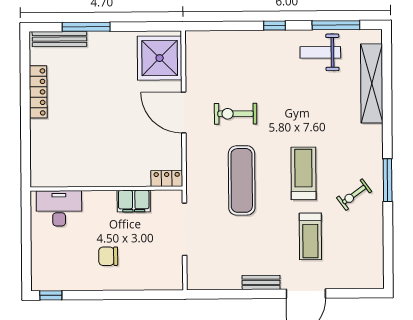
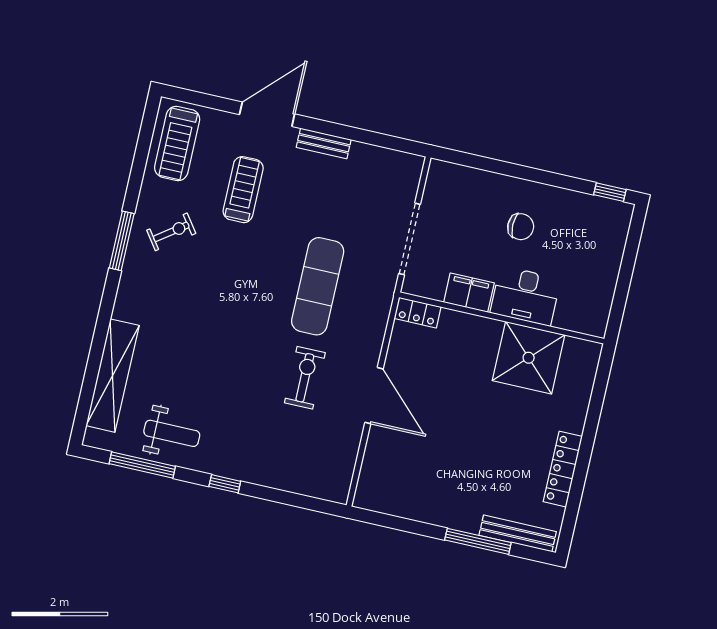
shower: (160, 58) -> (529, 358), moved
exercise bike: (236, 114) -> (305, 378), turned -90
treadmill: (303, 173) -> (177, 143), moved
desk: (59, 208) -> (525, 296), moved

